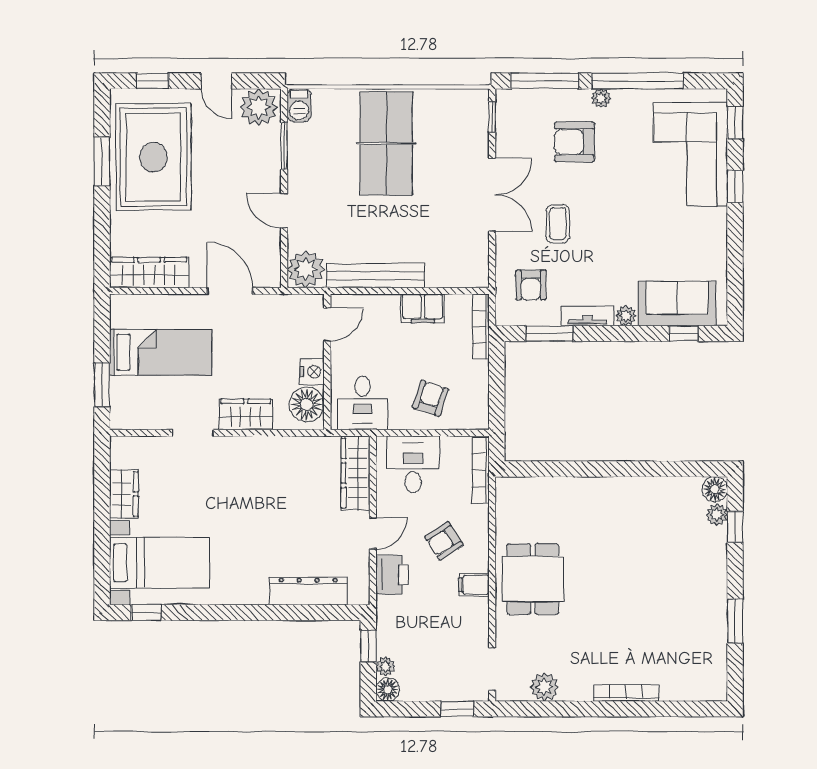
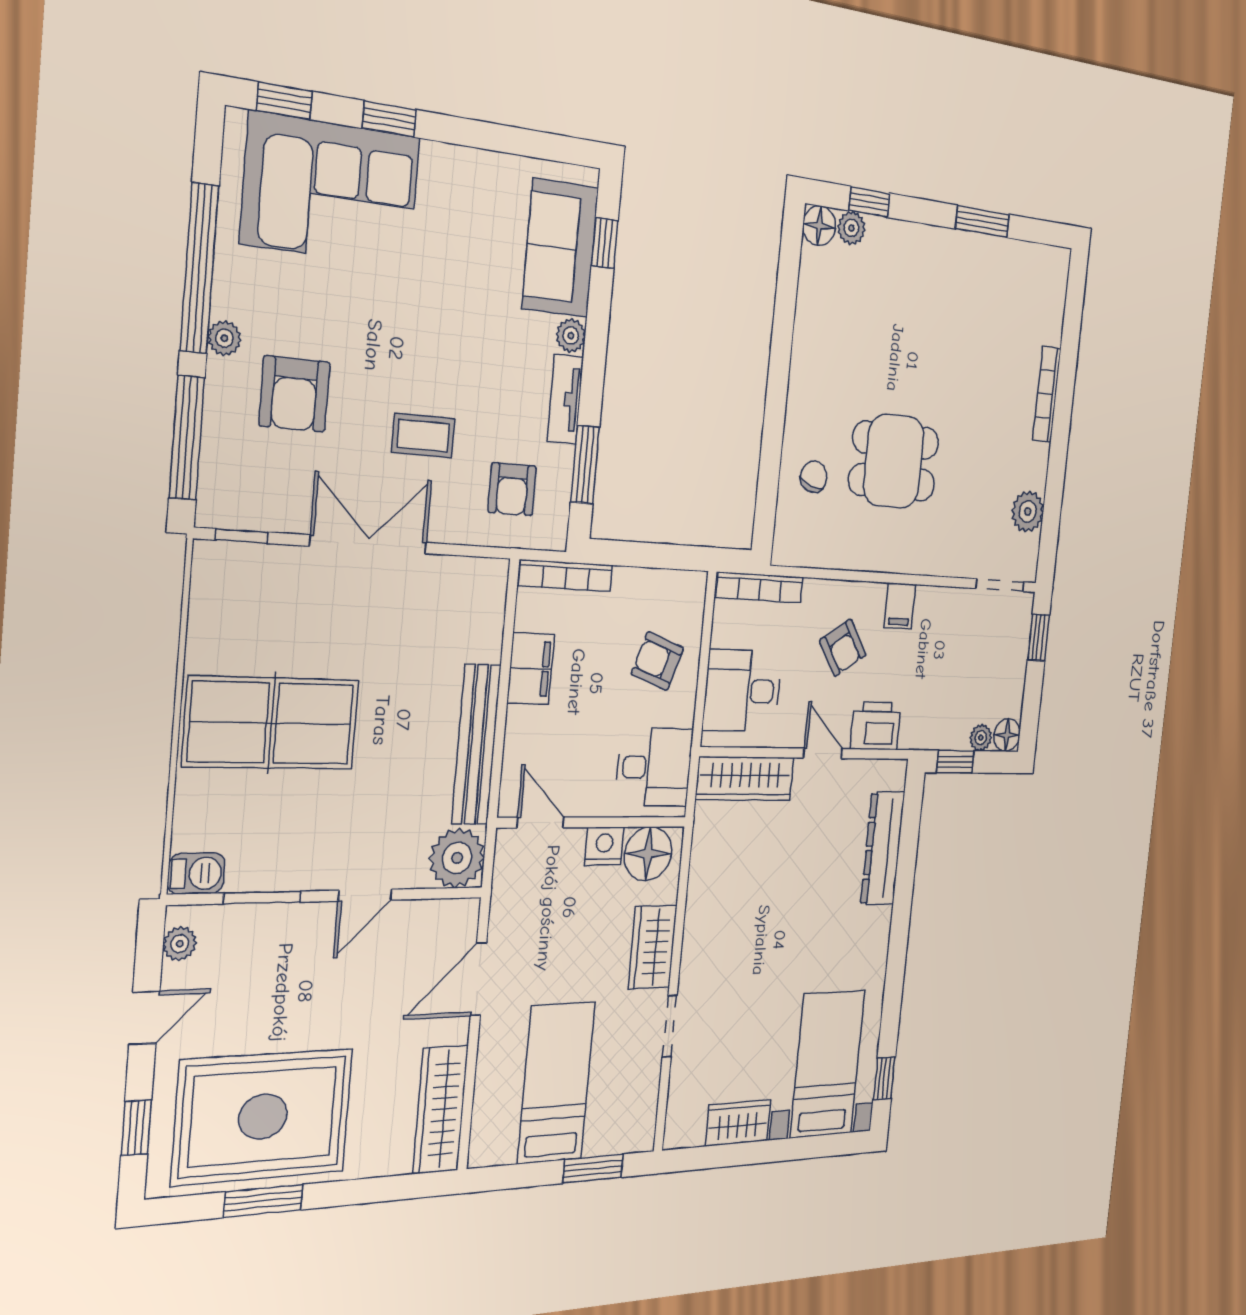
plant: (259, 107) -> (180, 944), width x0.53, depth x0.53
armchair: (531, 285) -> (512, 489), turned 90
chair: (555, 504) -> (814, 477), added
dining table: (533, 579) -> (894, 461), moved

